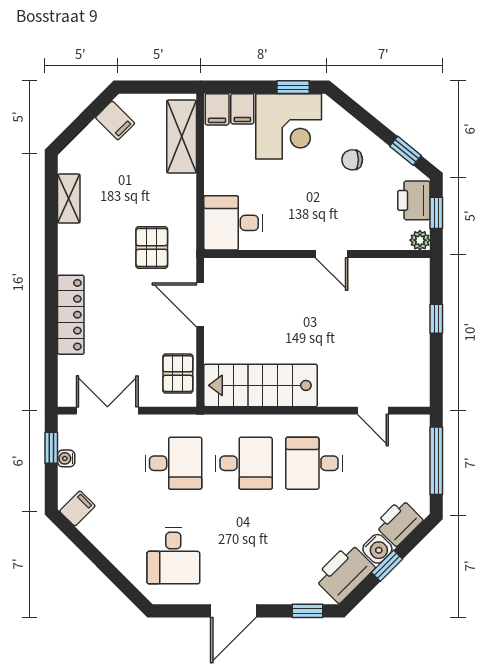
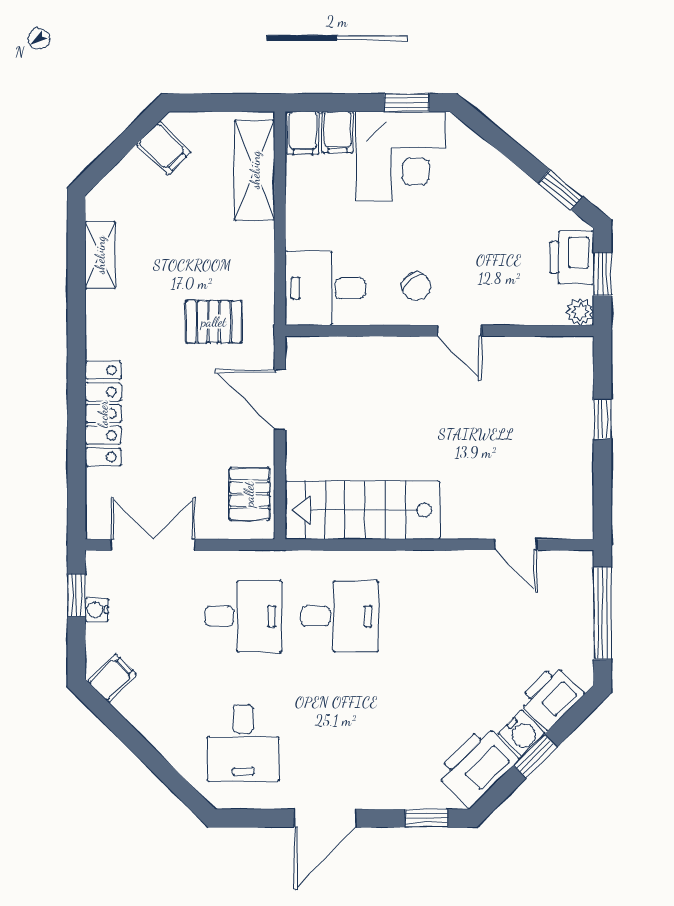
chair: (352, 160) -> (416, 286), moved, turned -129
pallet: (152, 247) -> (214, 322), turned 90
desk: (314, 463) -> (436, 616), removed

